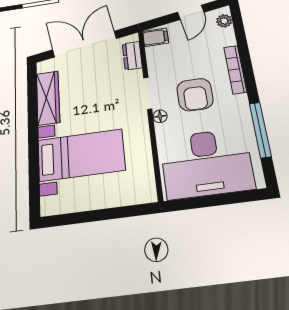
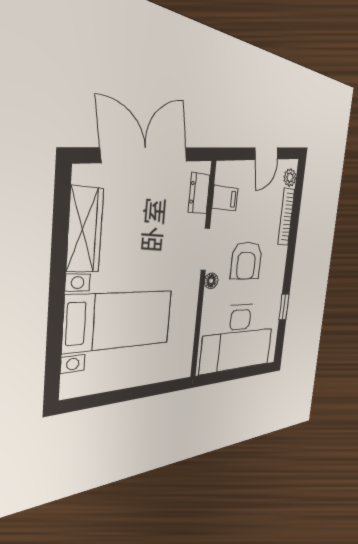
filing cabinet: (155, 37) -> (225, 198), moved
bookcase: (235, 70) -> (286, 217), moved
window: (260, 130) -> (284, 307), width x0.46

